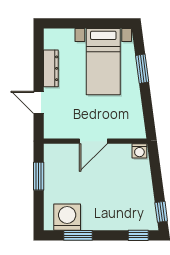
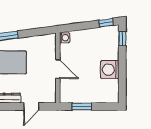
washing machine: (67, 217) -> (110, 70), moved
window: (78, 235) -> (122, 80), removed

